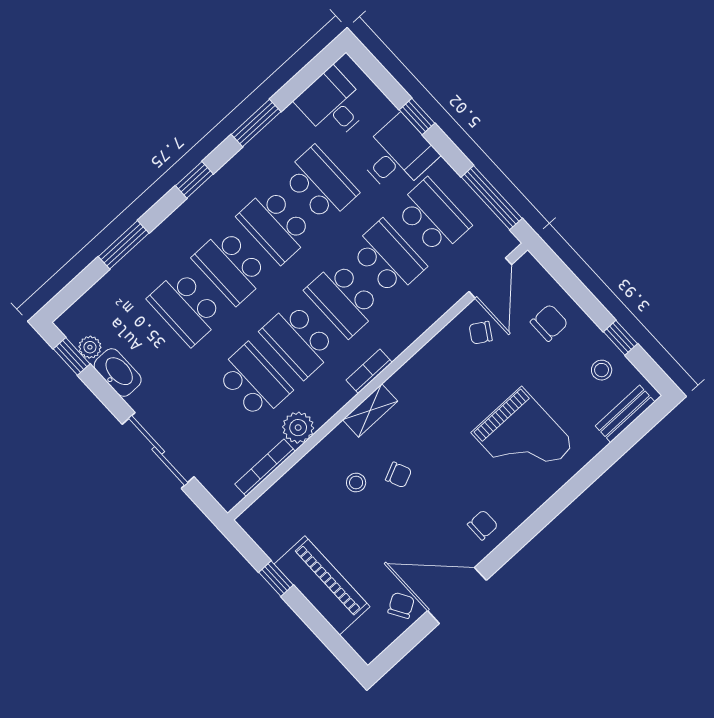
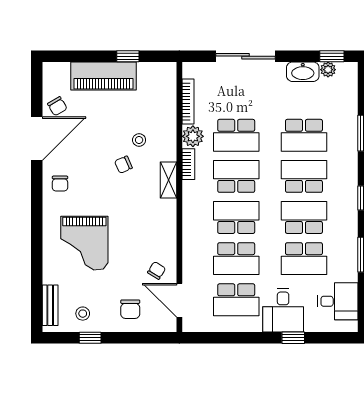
window: (492, 198) -> (219, 338), removed
school desk: (186, 308) -> (304, 135), turned 180
bookcase: (369, 371) -> (188, 164), moved
grand piano: (523, 439) -> (84, 243), turned -90

